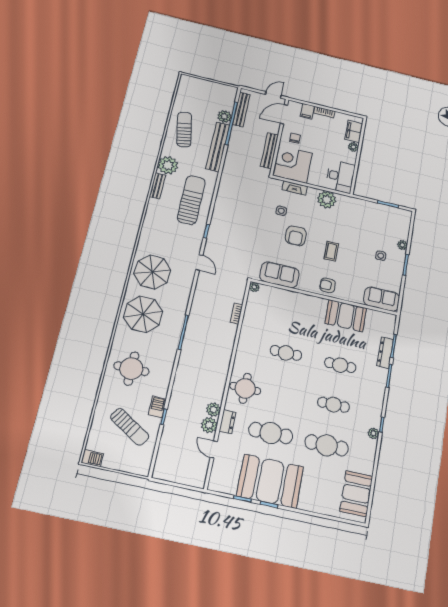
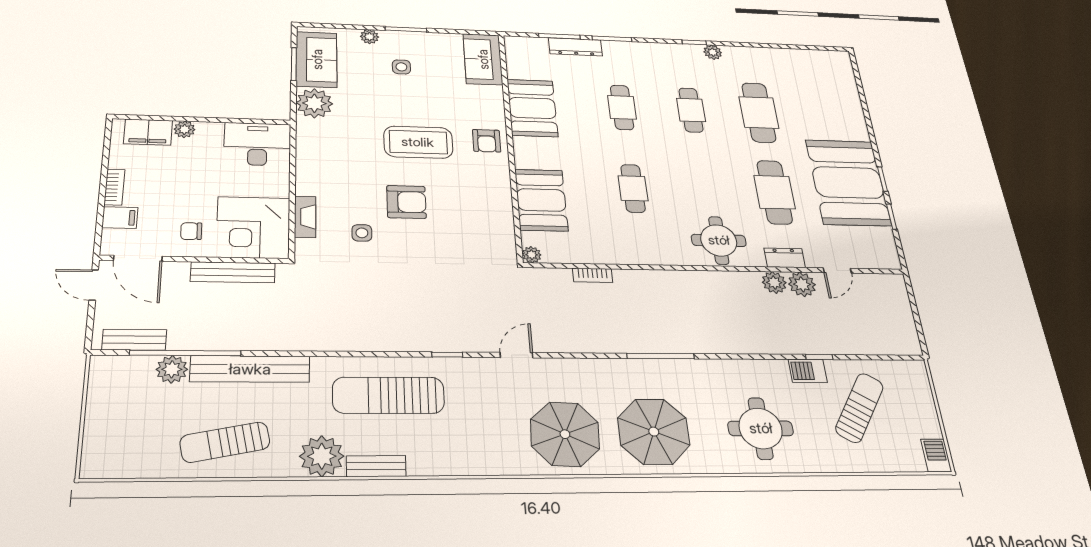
bench: (241, 109) -> (134, 340), width x0.73
plant: (327, 200) -> (314, 103), moved
coffee table: (331, 251) -> (418, 142), width x1.86, depth x1.72
sofa: (280, 275) -> (317, 59), moved, turned 180
booth: (356, 494) -> (541, 200), moved, turned 90

